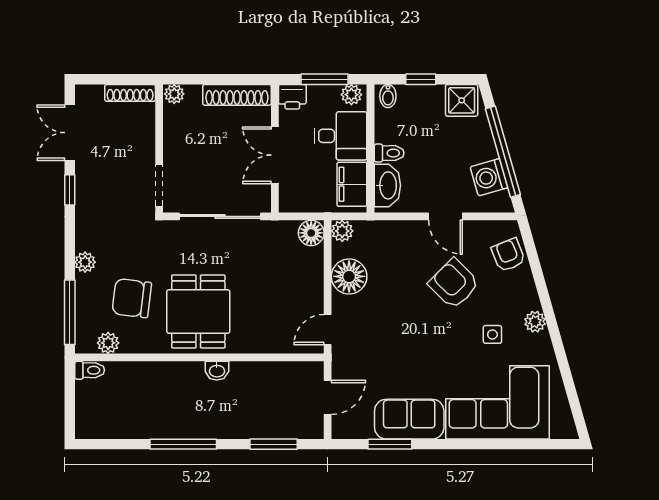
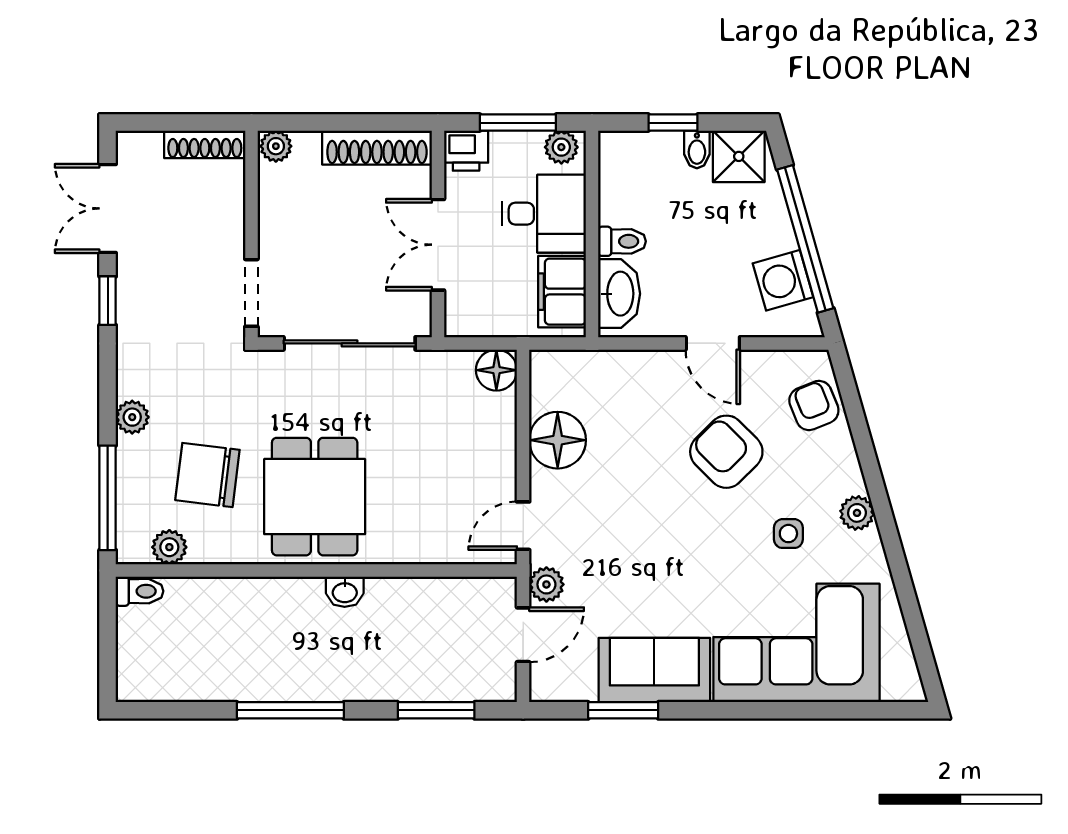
bidet: (388, 96) -> (697, 149), moved
plant: (342, 231) -> (546, 584), moved

